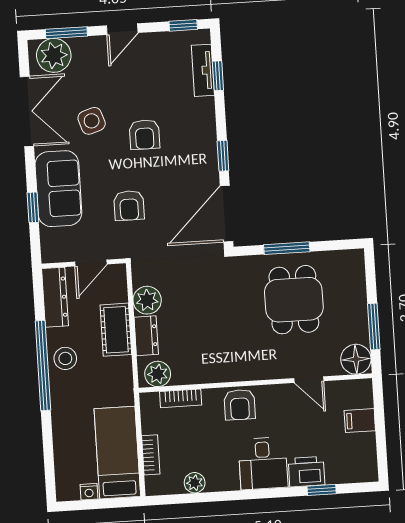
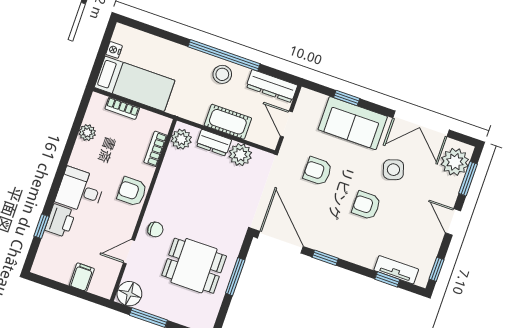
chair: (271, 360) -> (155, 229), added

